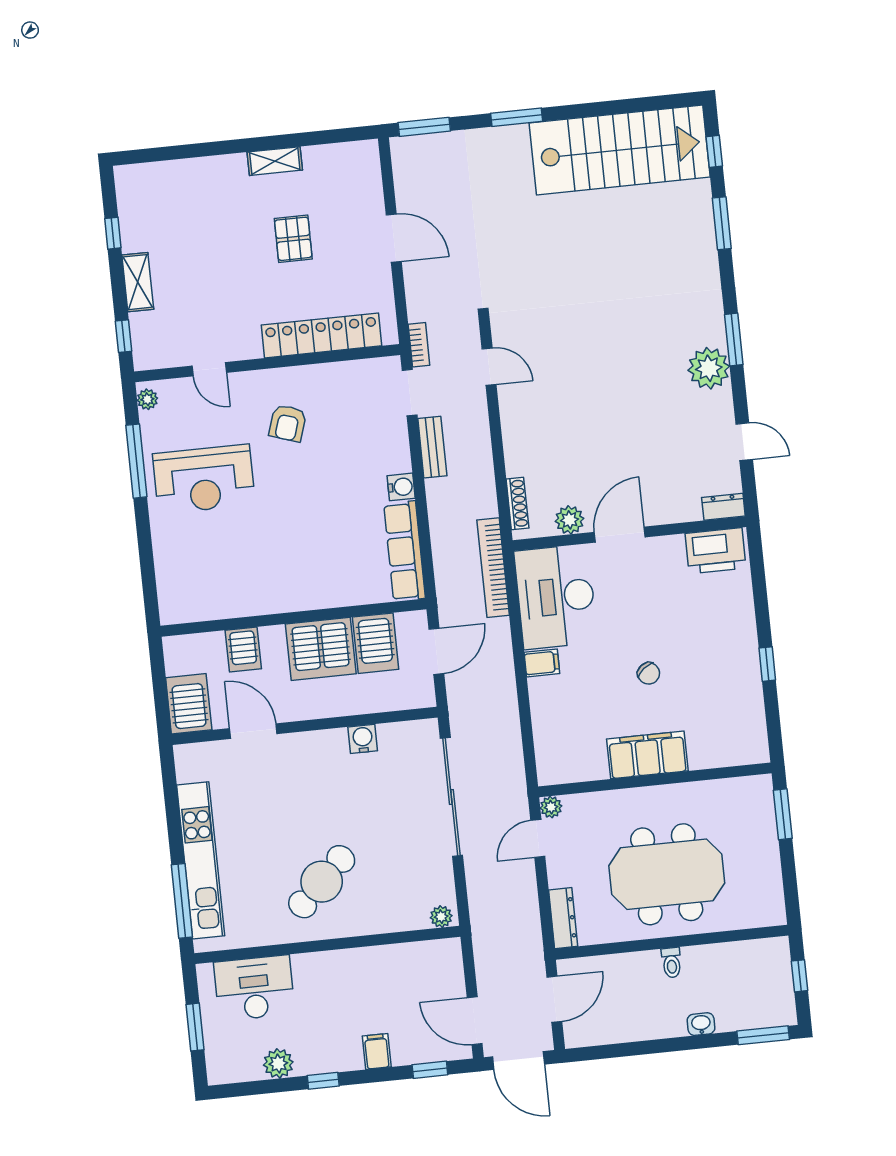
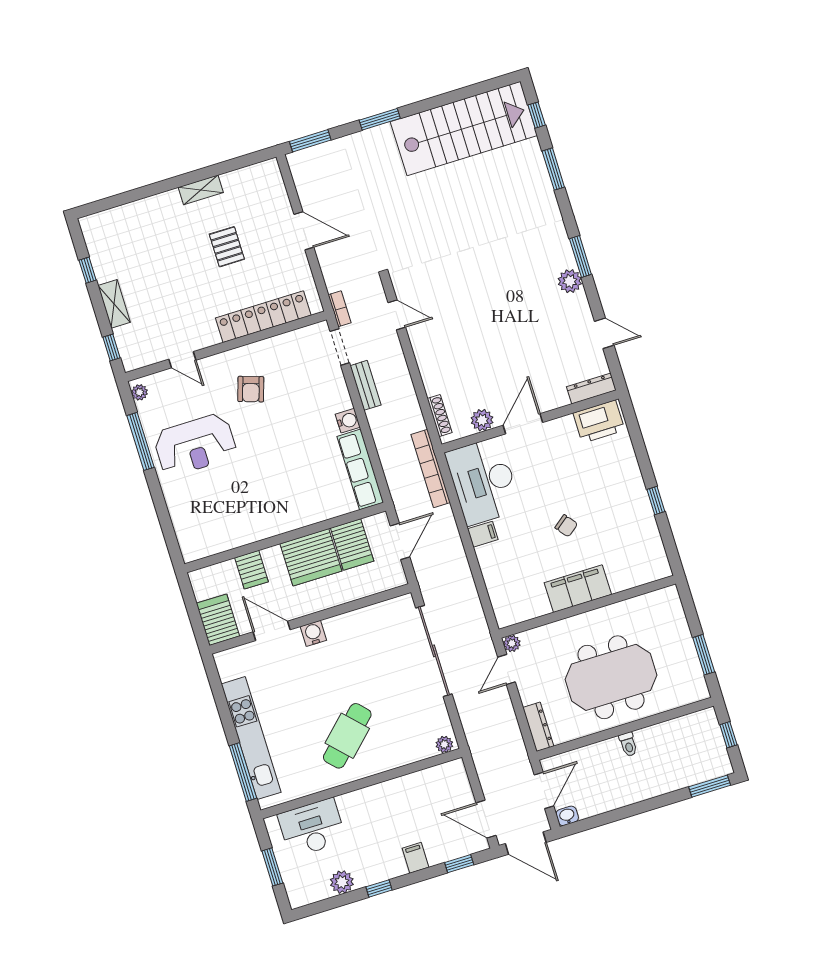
plant: (709, 368) -> (570, 281), width x0.73, depth x0.73
dresser: (723, 507) -> (591, 389), width x1.44
water cooler: (363, 739) -> (313, 633), moved
window: (783, 814) -> (704, 655), moved
washbasin: (701, 1024) -> (567, 816), moved

